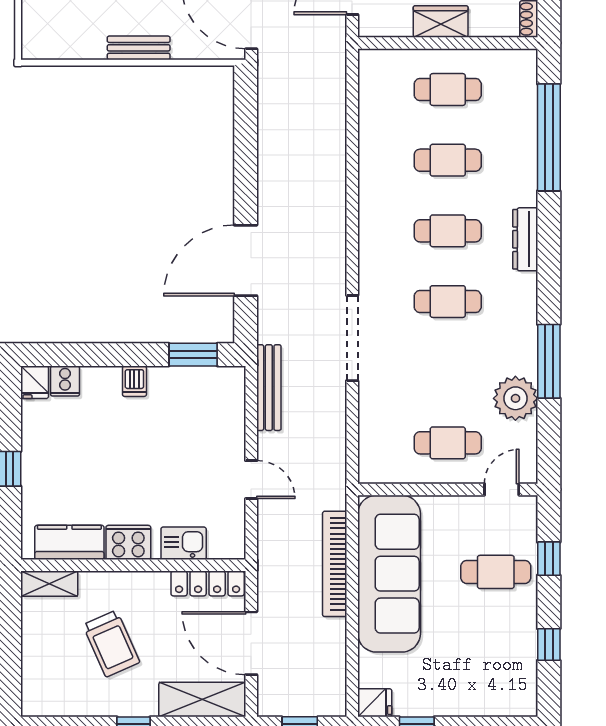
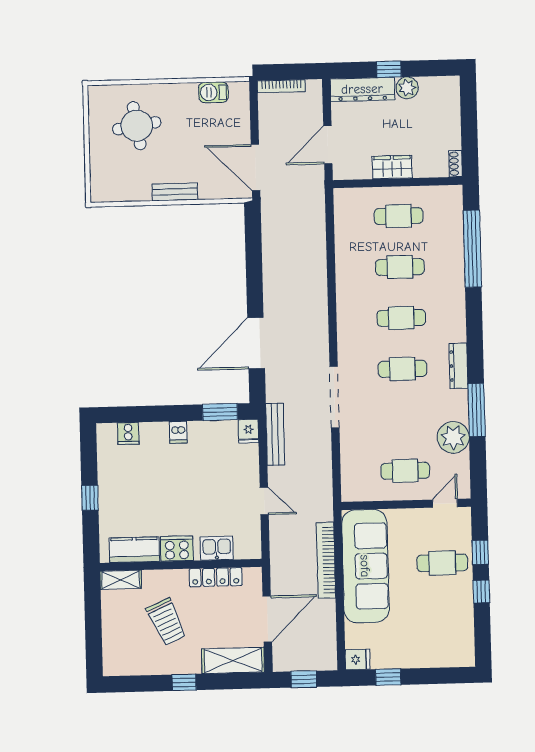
dresser: (525, 239) -> (458, 366), moved
fridge: (35, 382) -> (248, 431), moved
locker: (208, 583) -> (216, 577), moved
door: (251, 643) -> (267, 619), swing flipped
window: (549, 644) -> (481, 592), moved

